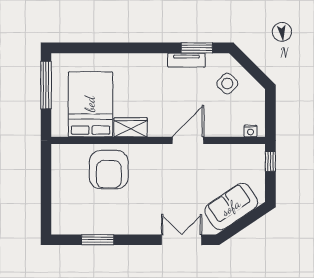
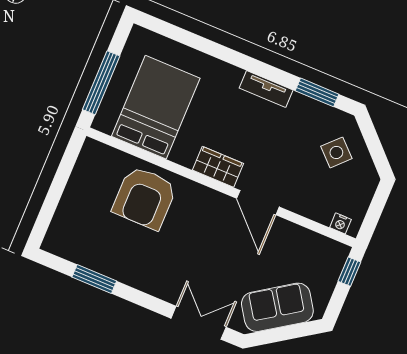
tv unit: (186, 60) -> (266, 89), moved
window: (46, 85) -> (101, 83), moved
wardrobe: (131, 127) -> (218, 167), moved
door: (188, 140) -> (258, 203), swing flipped

